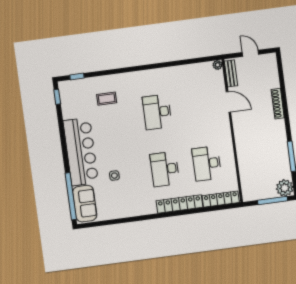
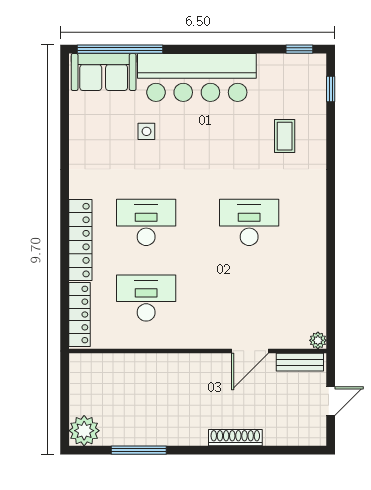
window: (273, 200) -> (65, 406), removed

